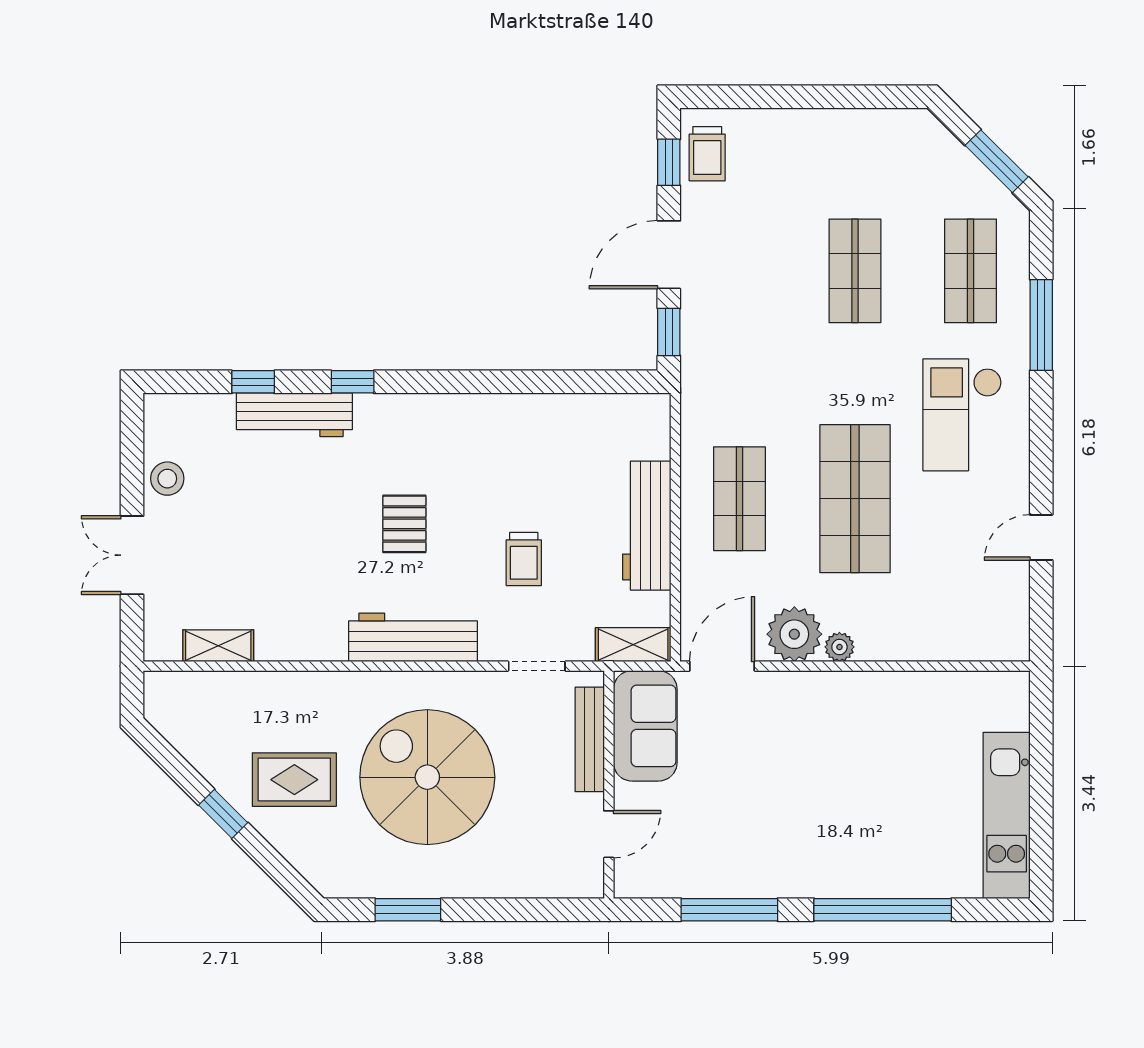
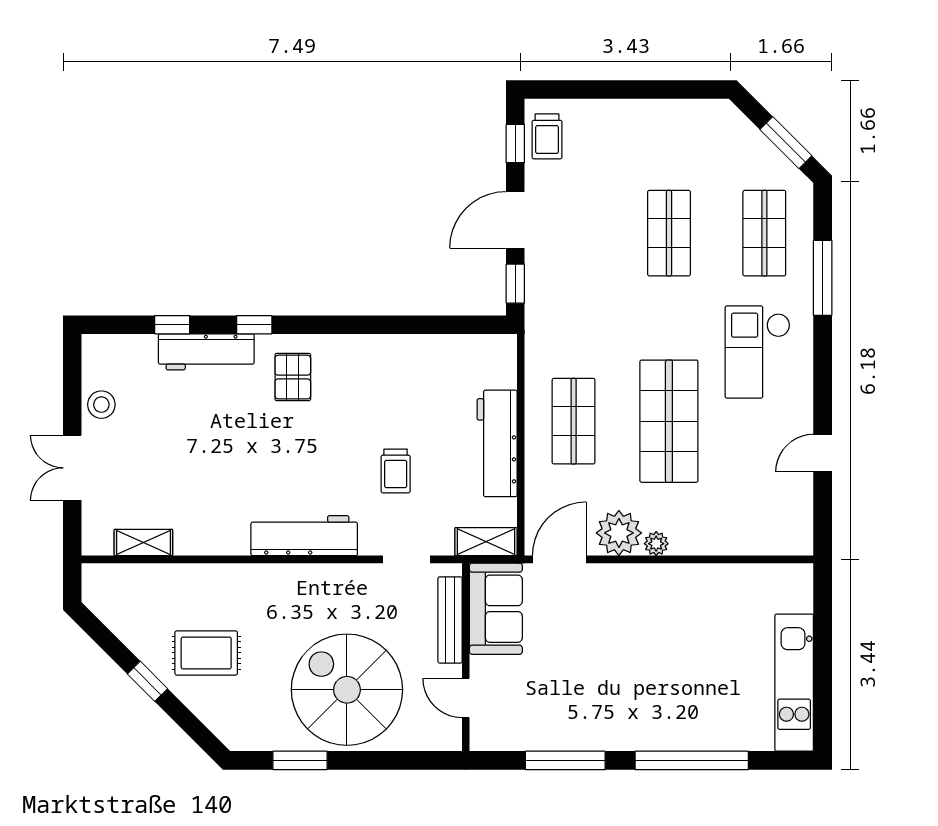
pallet: (404, 524) -> (293, 377), moved
spiral stairs: (427, 777) -> (347, 690), moved
door: (609, 834) -> (466, 698), swing flipped

